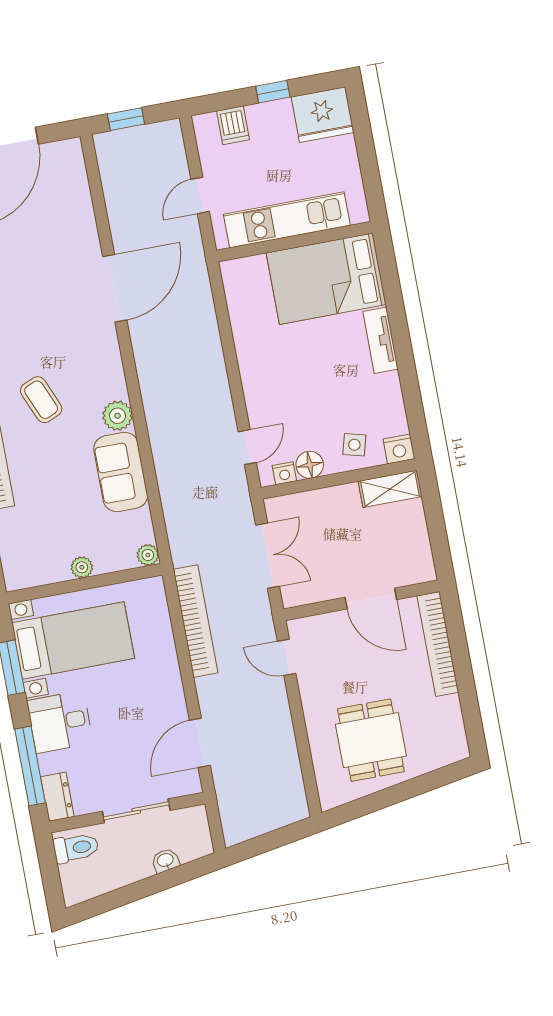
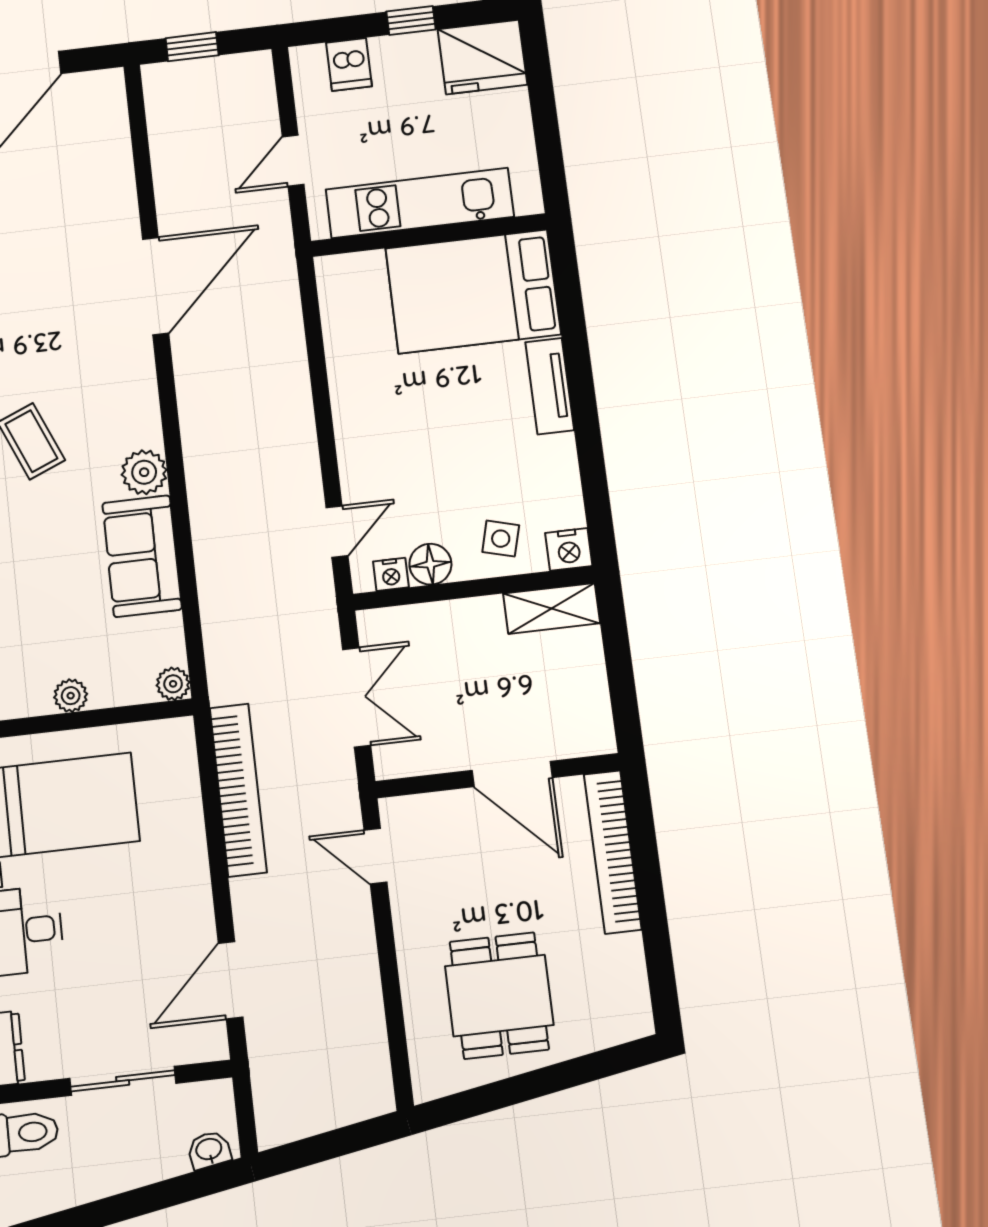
washbasin: (165, 861) -> (209, 1150), moved

